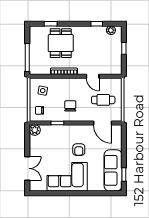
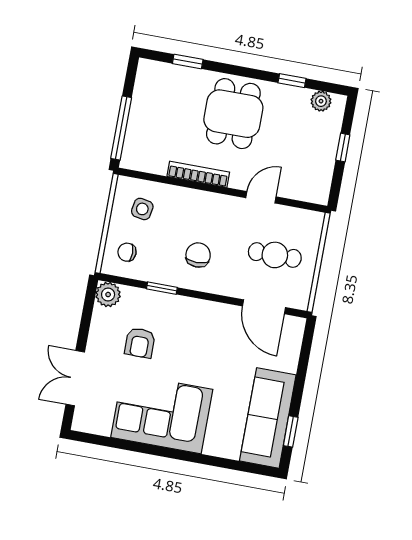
dining table: (61, 43) -> (233, 114), moved
door: (93, 76) -> (261, 197), swing flipped
armchair: (79, 150) -> (140, 343), moved
double door: (27, 168) -> (75, 378), swing flipped

